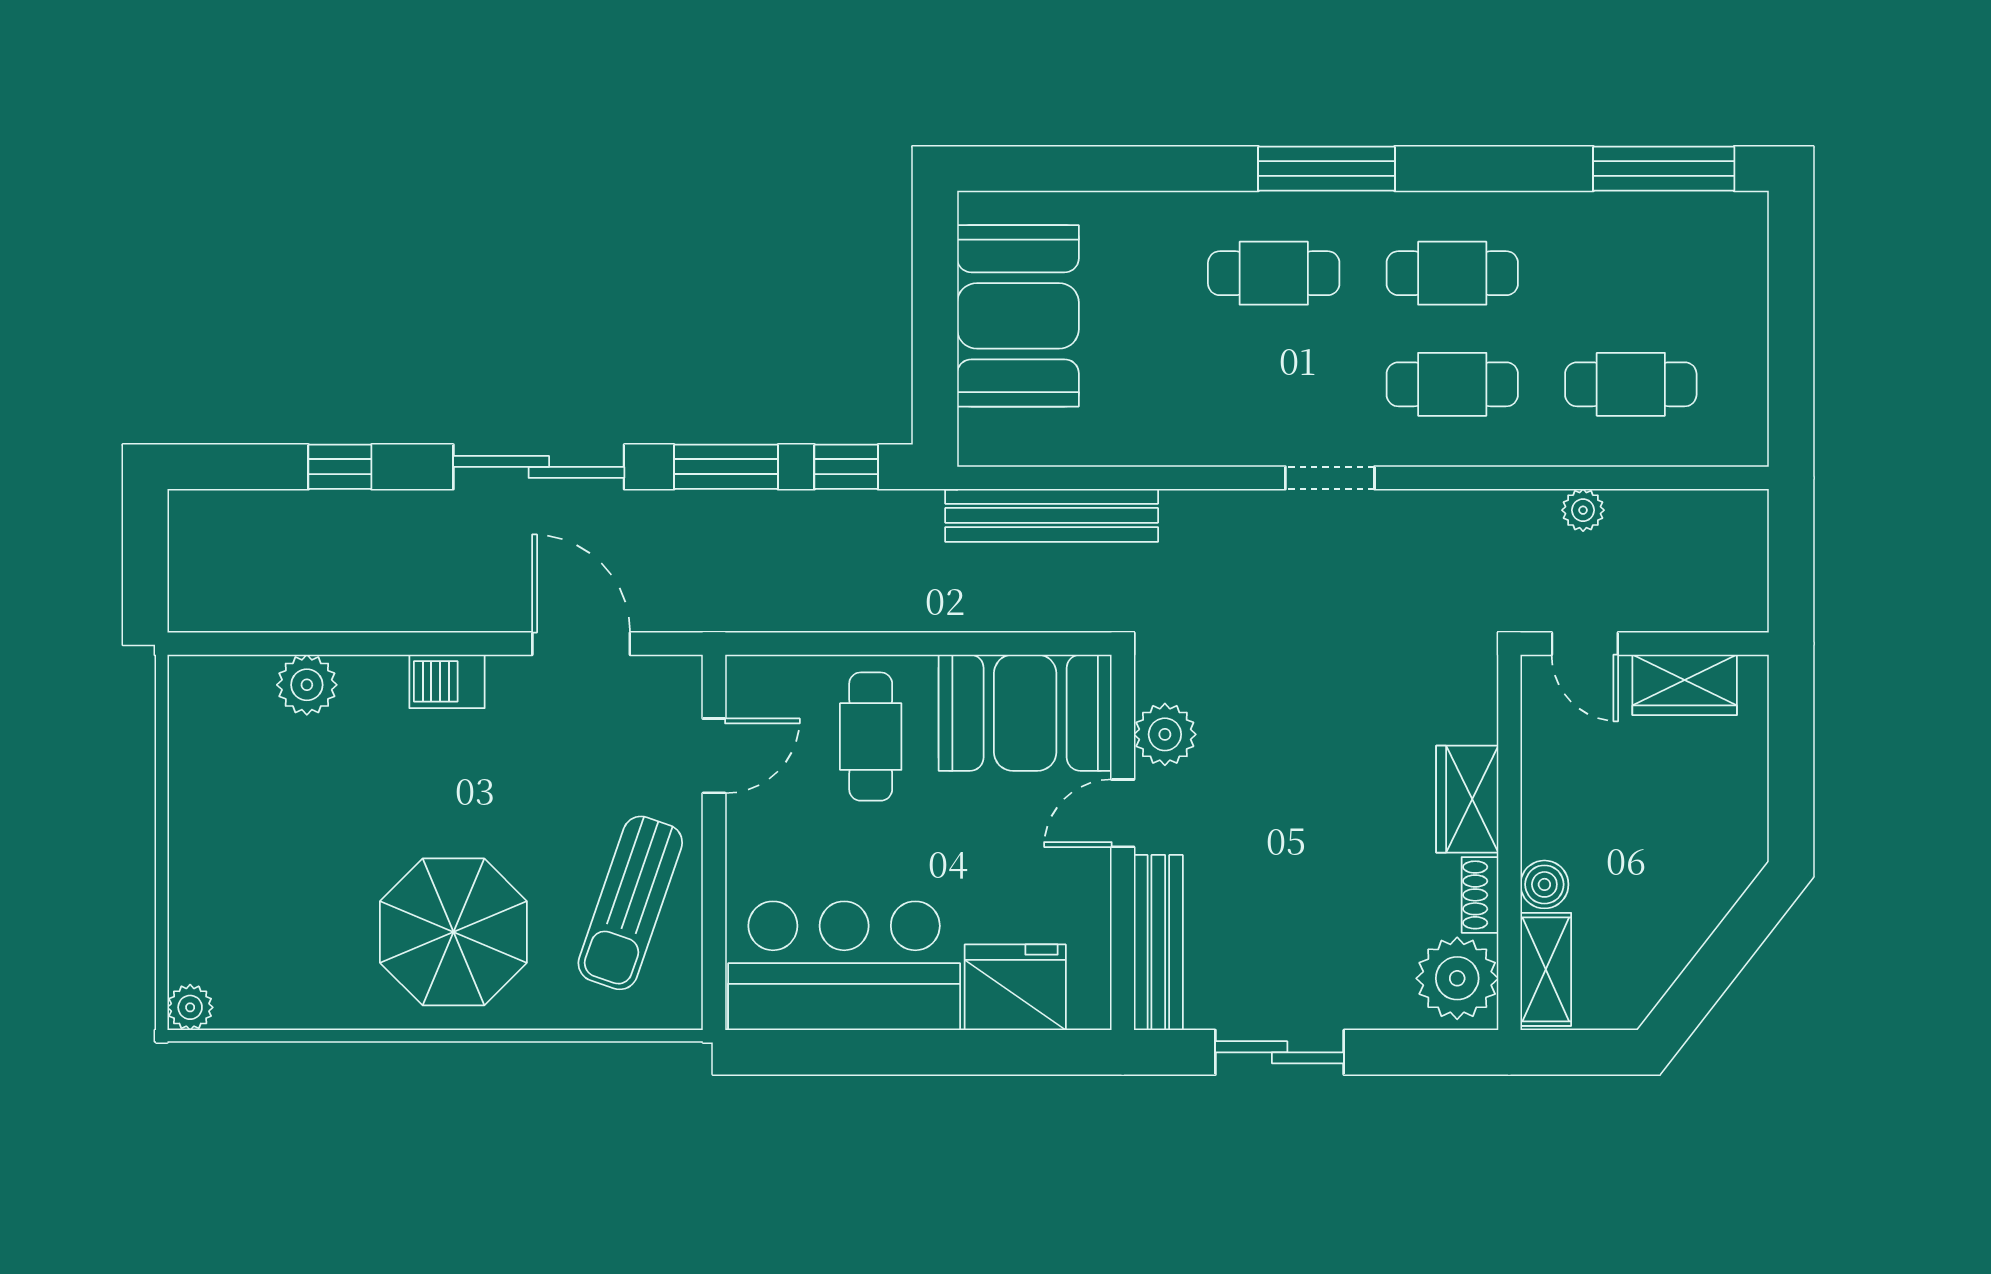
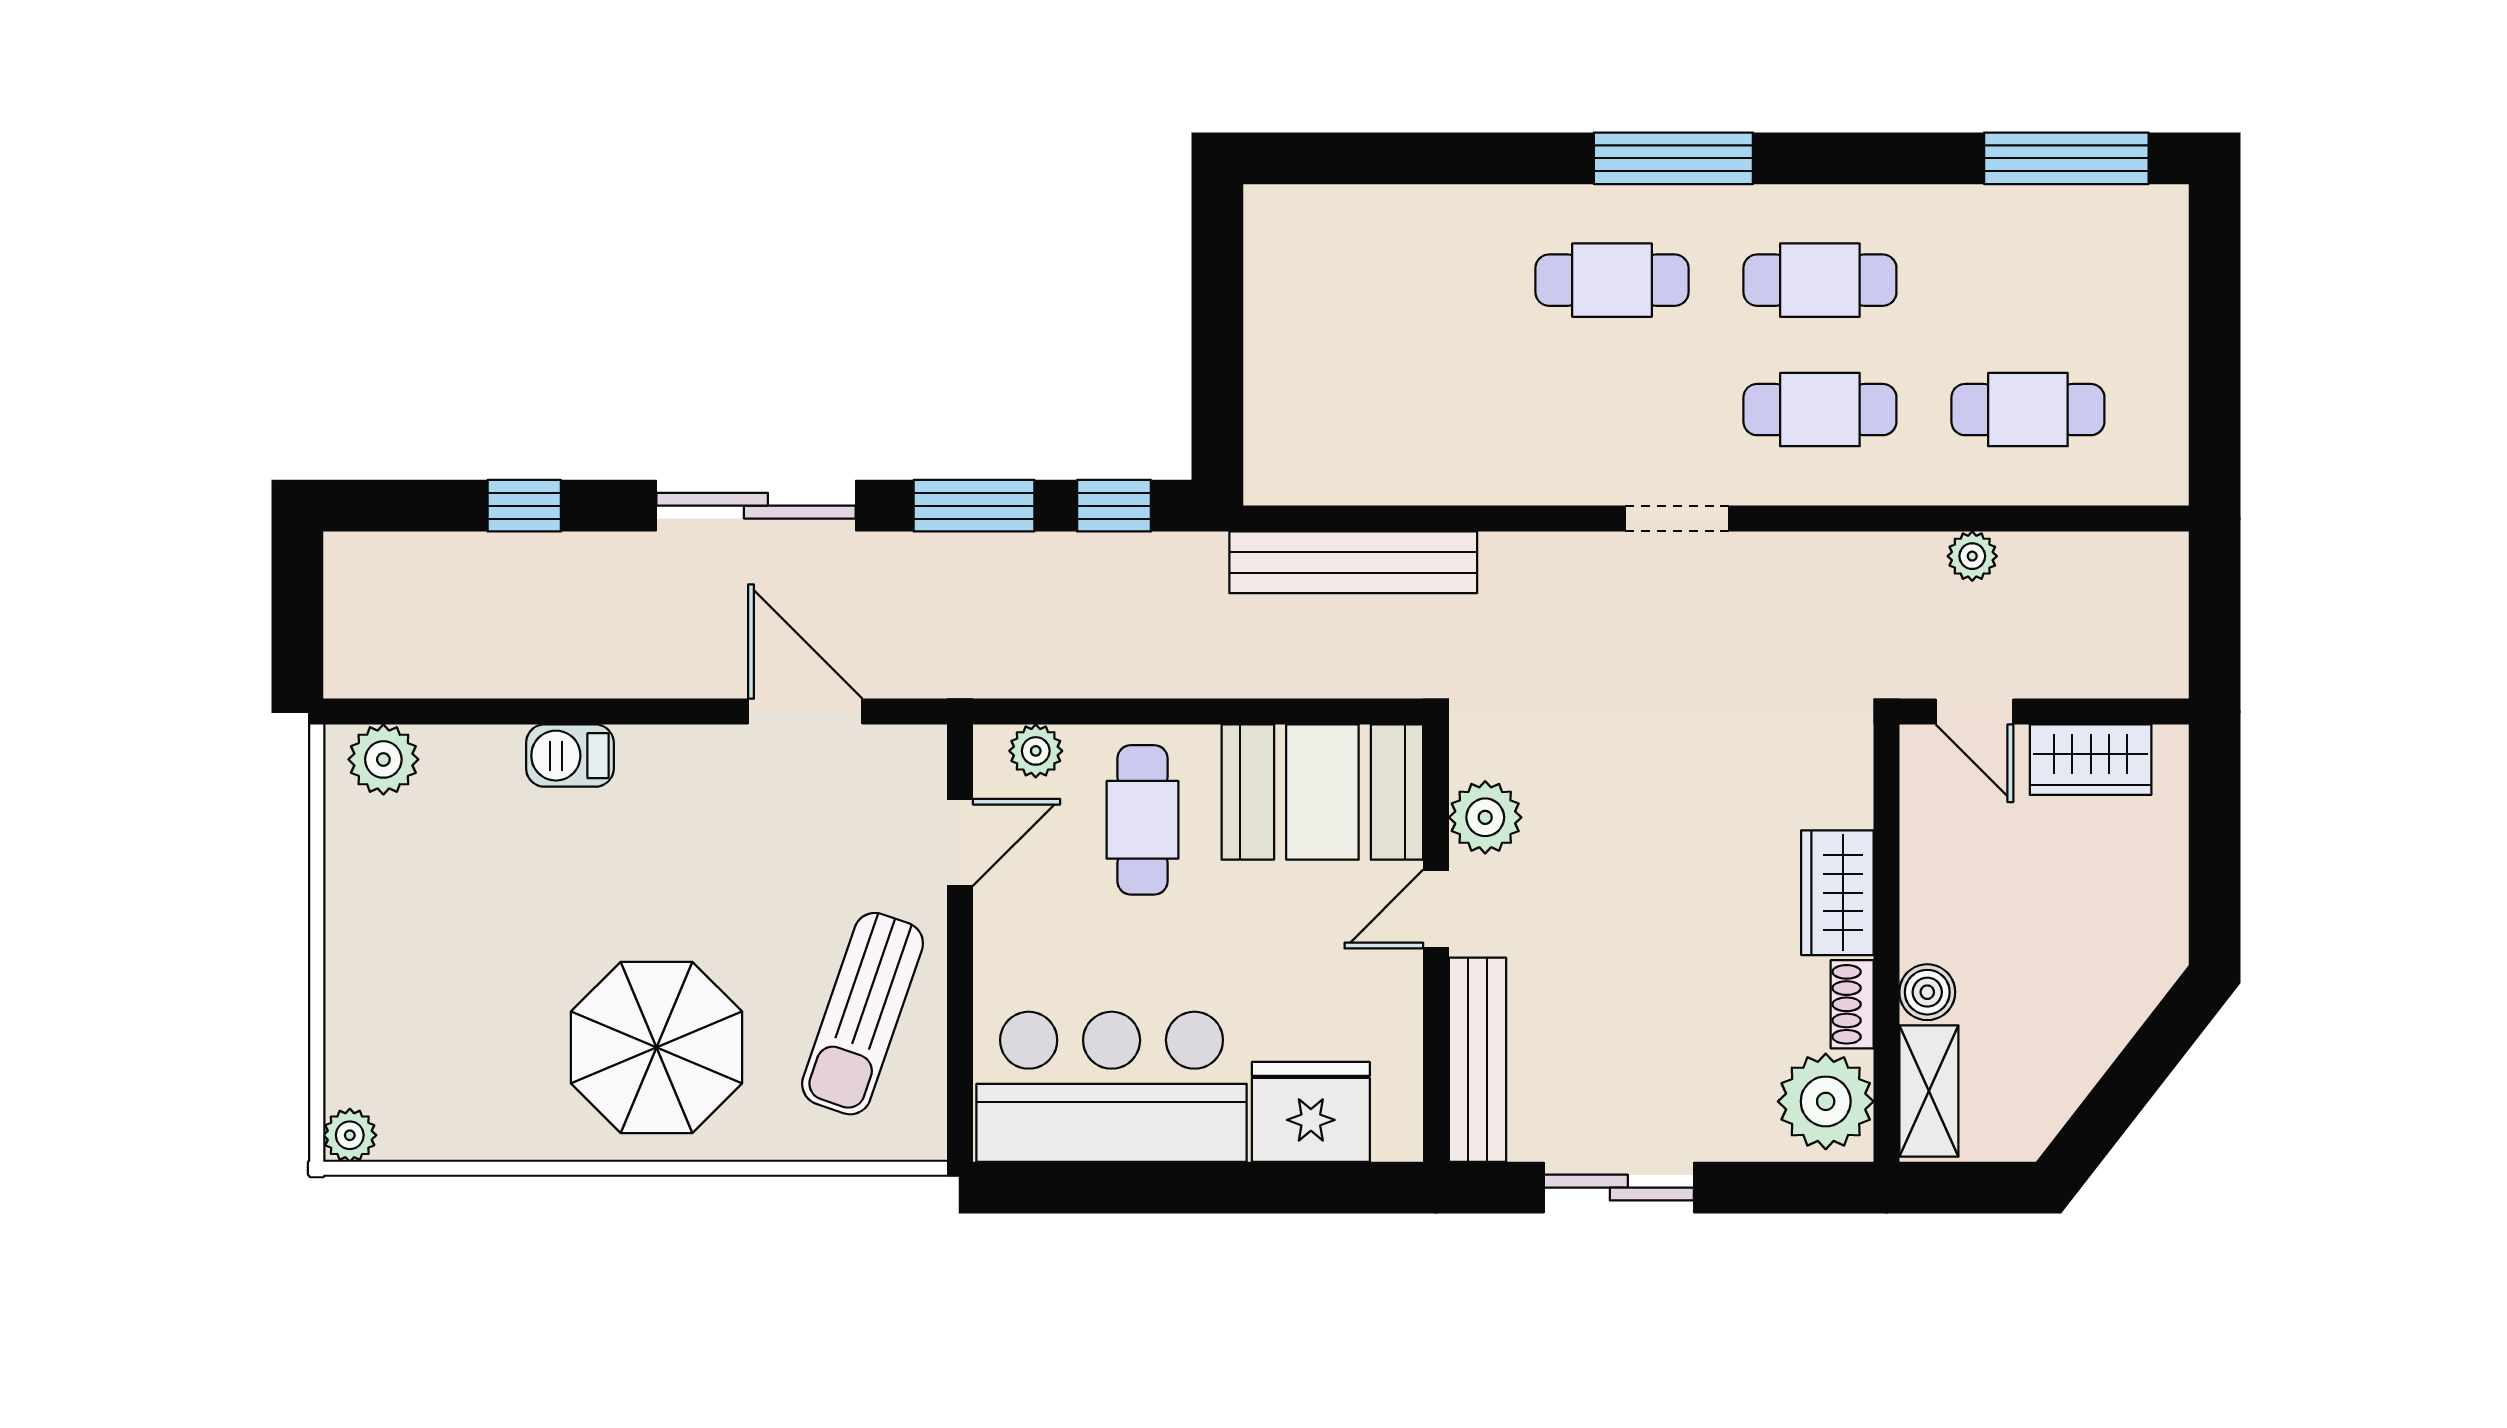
booth: (1018, 316) -> (1314, 330), removed
plant: (779, 677) -> (1036, 751), added
barbecue: (447, 681) -> (570, 756), moved
plant: (307, 685) -> (383, 759), moved

